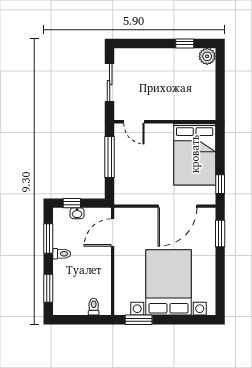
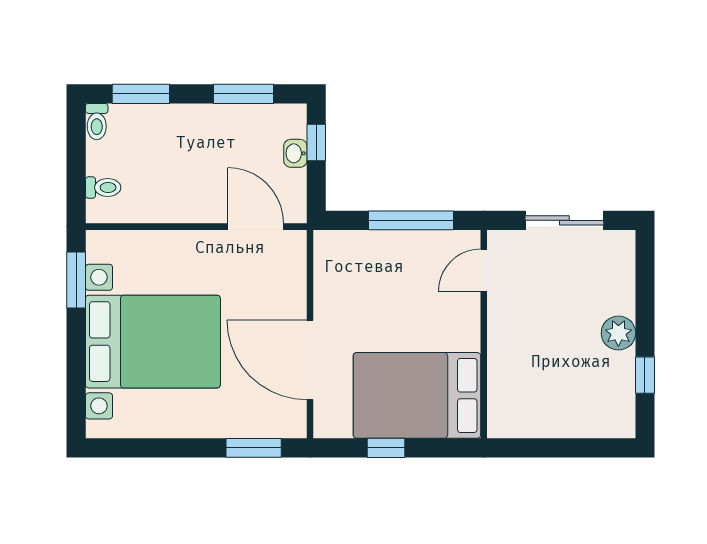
plant: (207, 56) -> (618, 333), moved
window: (220, 184) -> (386, 448), moved
toilet: (62, 254) -> (97, 122), moved

